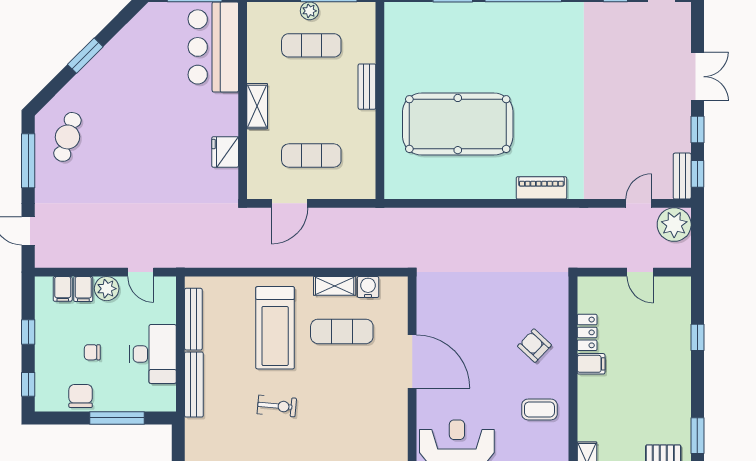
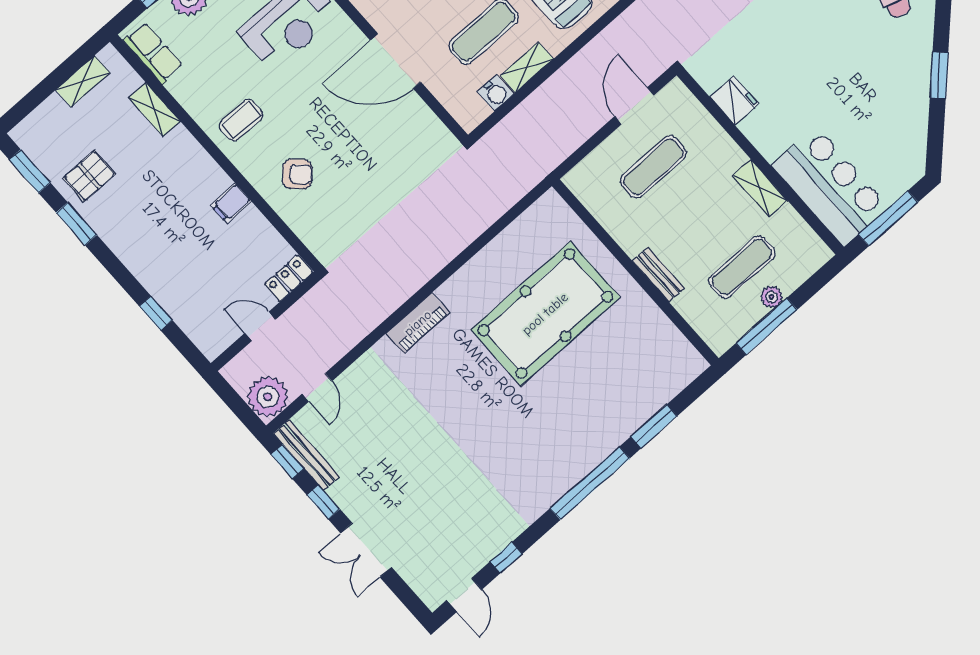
shelving: (257, 106) -> (760, 188), moved
bench: (682, 176) -> (306, 455), width x1.36
locker: (587, 332) -> (289, 278), moved, turned 90

